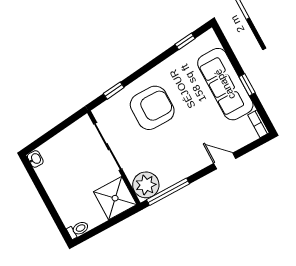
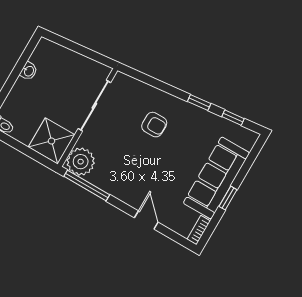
window: (114, 91) -> (199, 102), moved
armchair: (152, 108) -> (154, 125), width x0.53, depth x0.53
washbasin: (35, 159) -> (29, 71), moved

